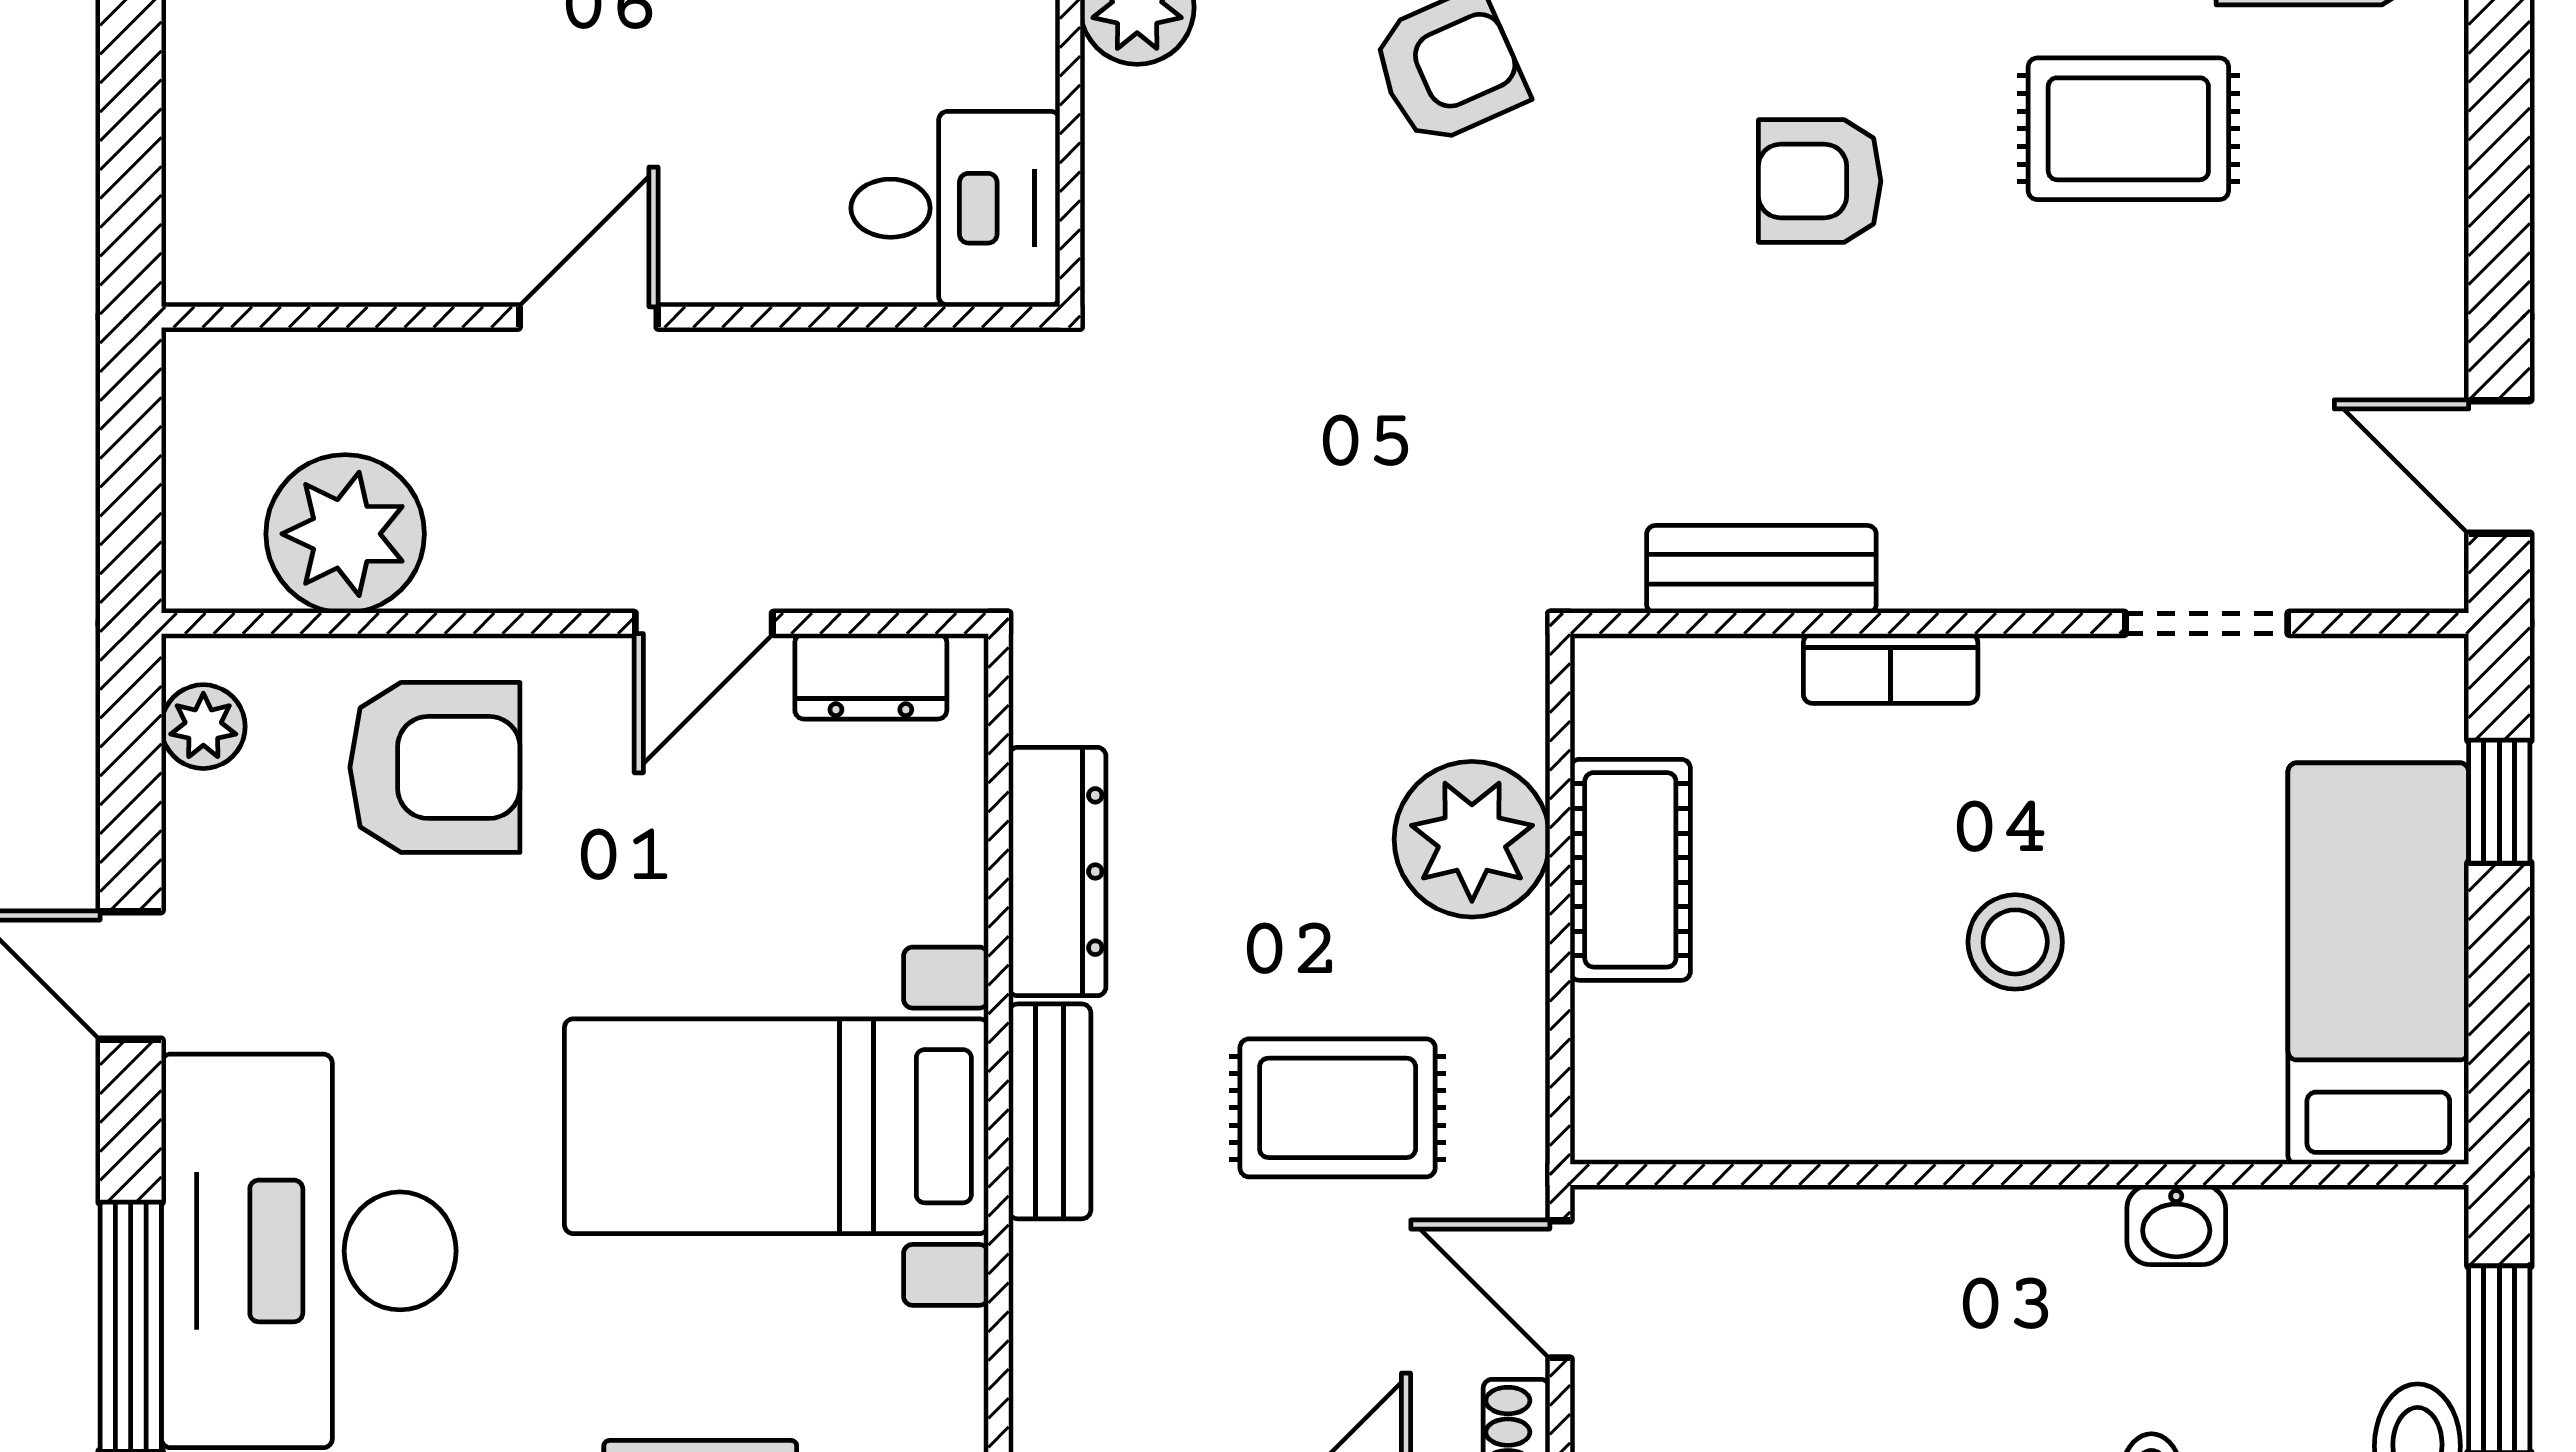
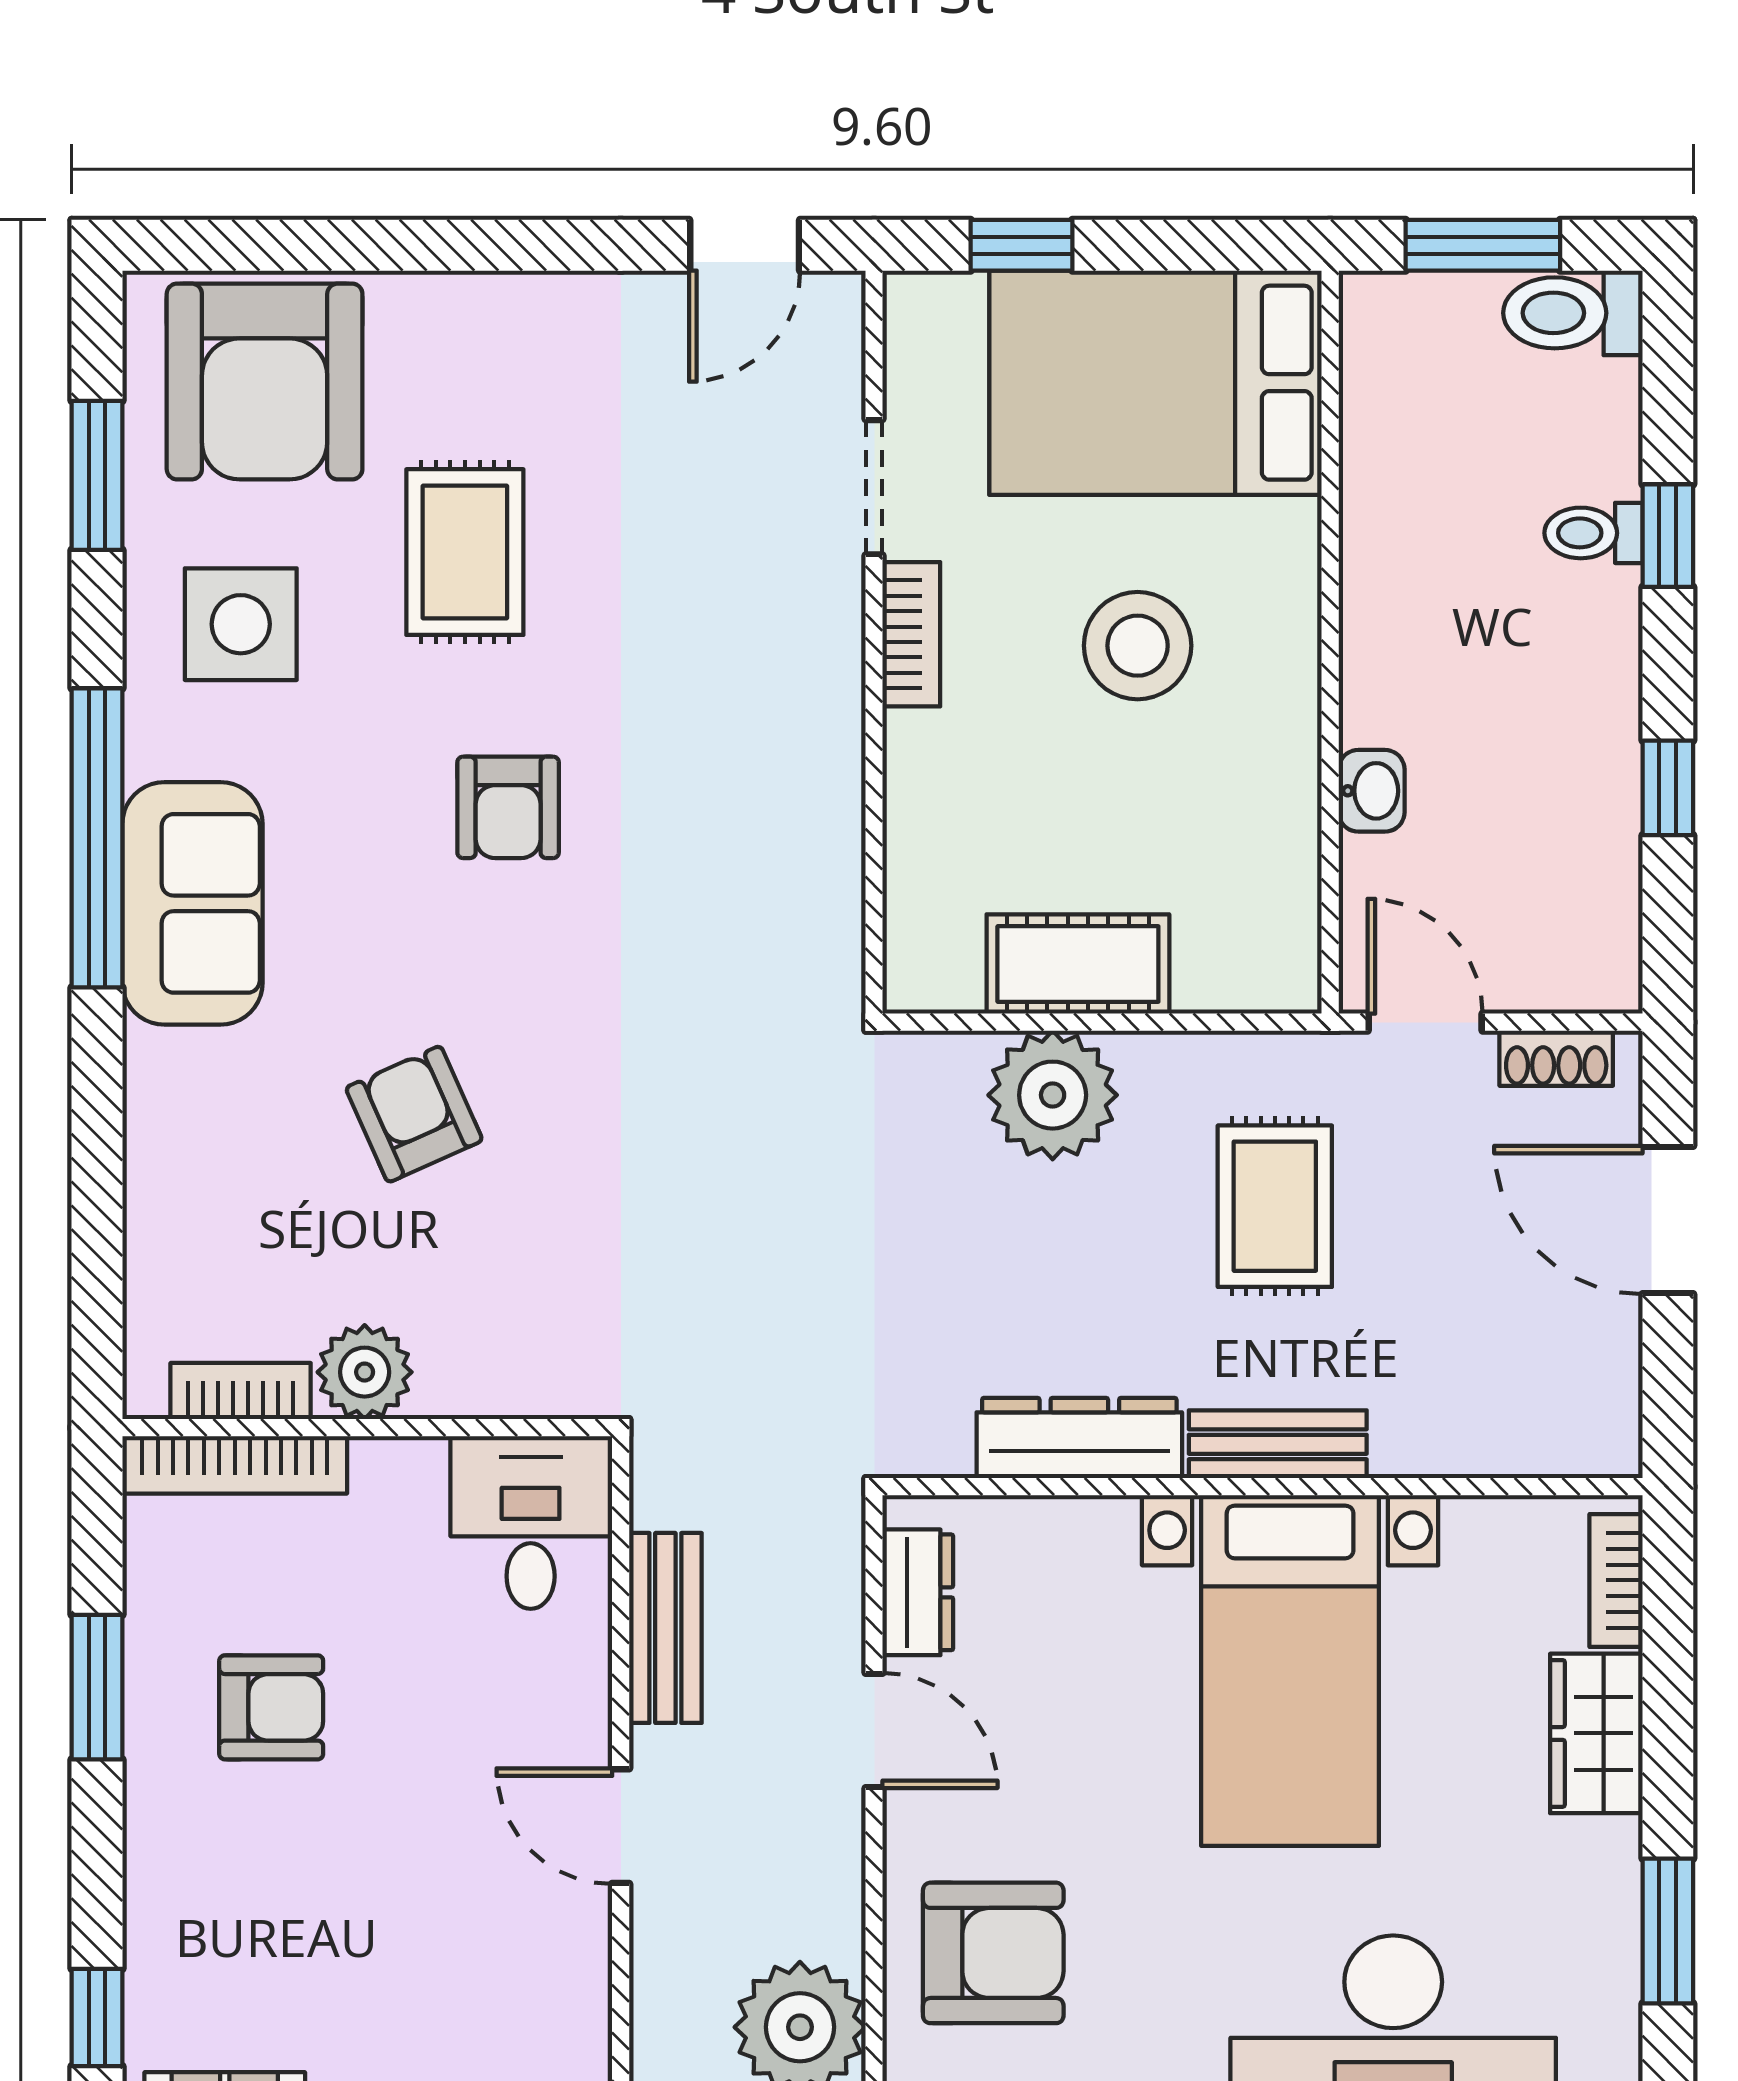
bench: (1761, 569) -> (665, 1628), moved
bookcase: (1891, 668) -> (911, 634), moved
armchair: (435, 767) -> (993, 1953), turned 90
stool: (2015, 942) -> (1138, 646), width x1.38, depth x1.38
bed: (2378, 964) -> (1156, 383), width x1.50
washbasin: (2176, 1225) -> (1372, 791), moved
door: (1560, 1289) -> (1425, 1022), swing flipped

